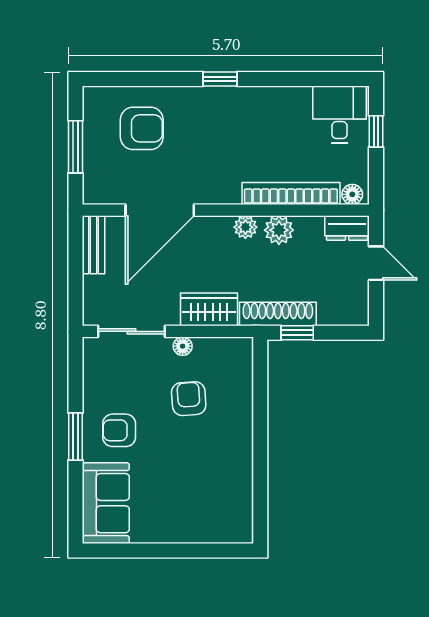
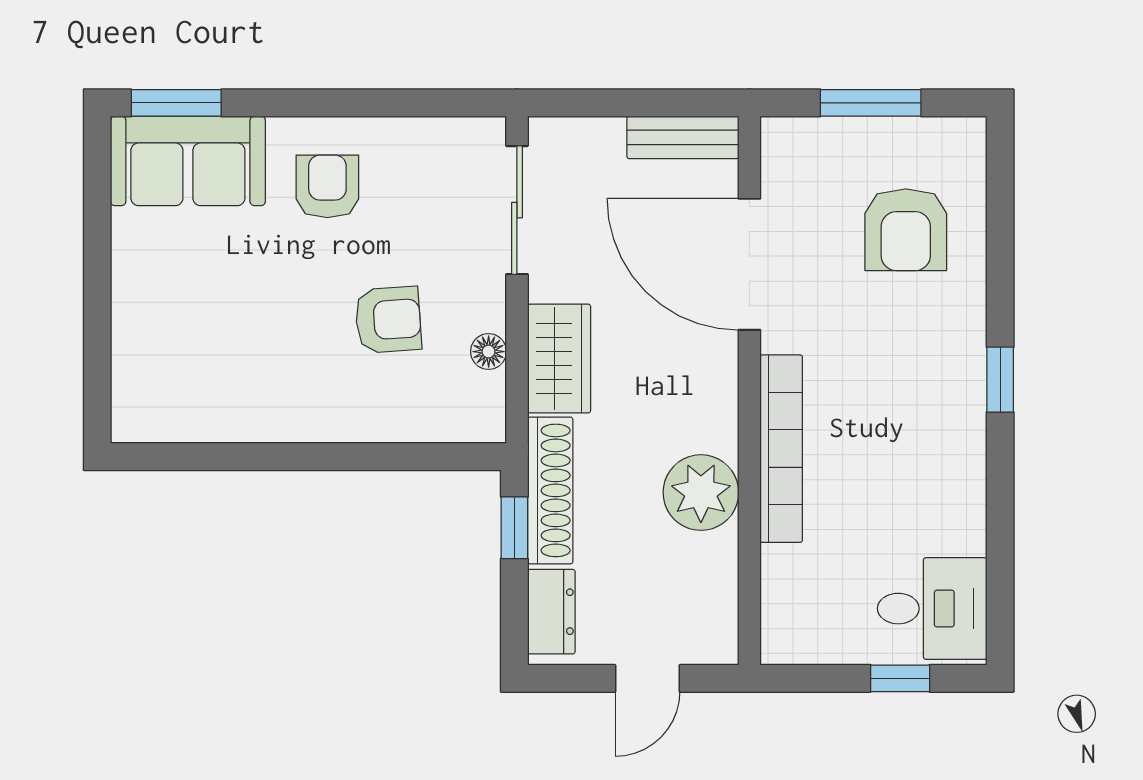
bookcase: (291, 193) -> (781, 449), moved
floor lamp: (352, 194) -> (779, 633), removed
plant: (245, 227) -> (717, 428), removed
dresser: (347, 228) -> (551, 612), moved, turned 180
plant: (279, 230) -> (701, 493), width x1.36, depth x1.36
floor lamp: (183, 346) -> (489, 352), moved
window: (76, 436) -> (176, 103), moved

